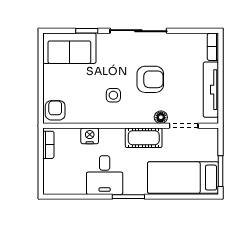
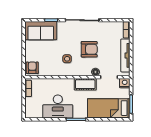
nightstand: (90, 136) -> (125, 83), moved
desk: (105, 175) -> (58, 107), width x1.37

